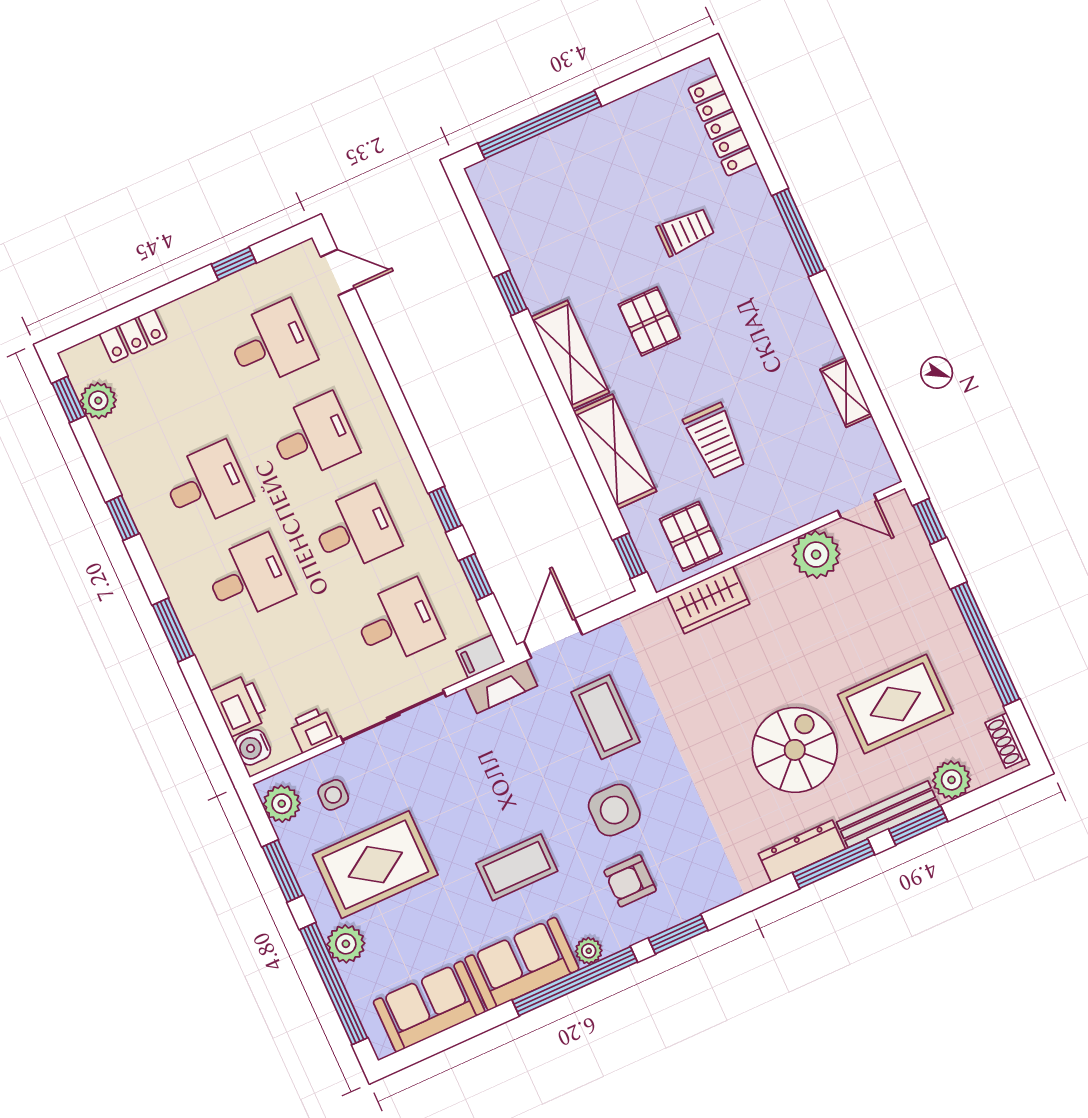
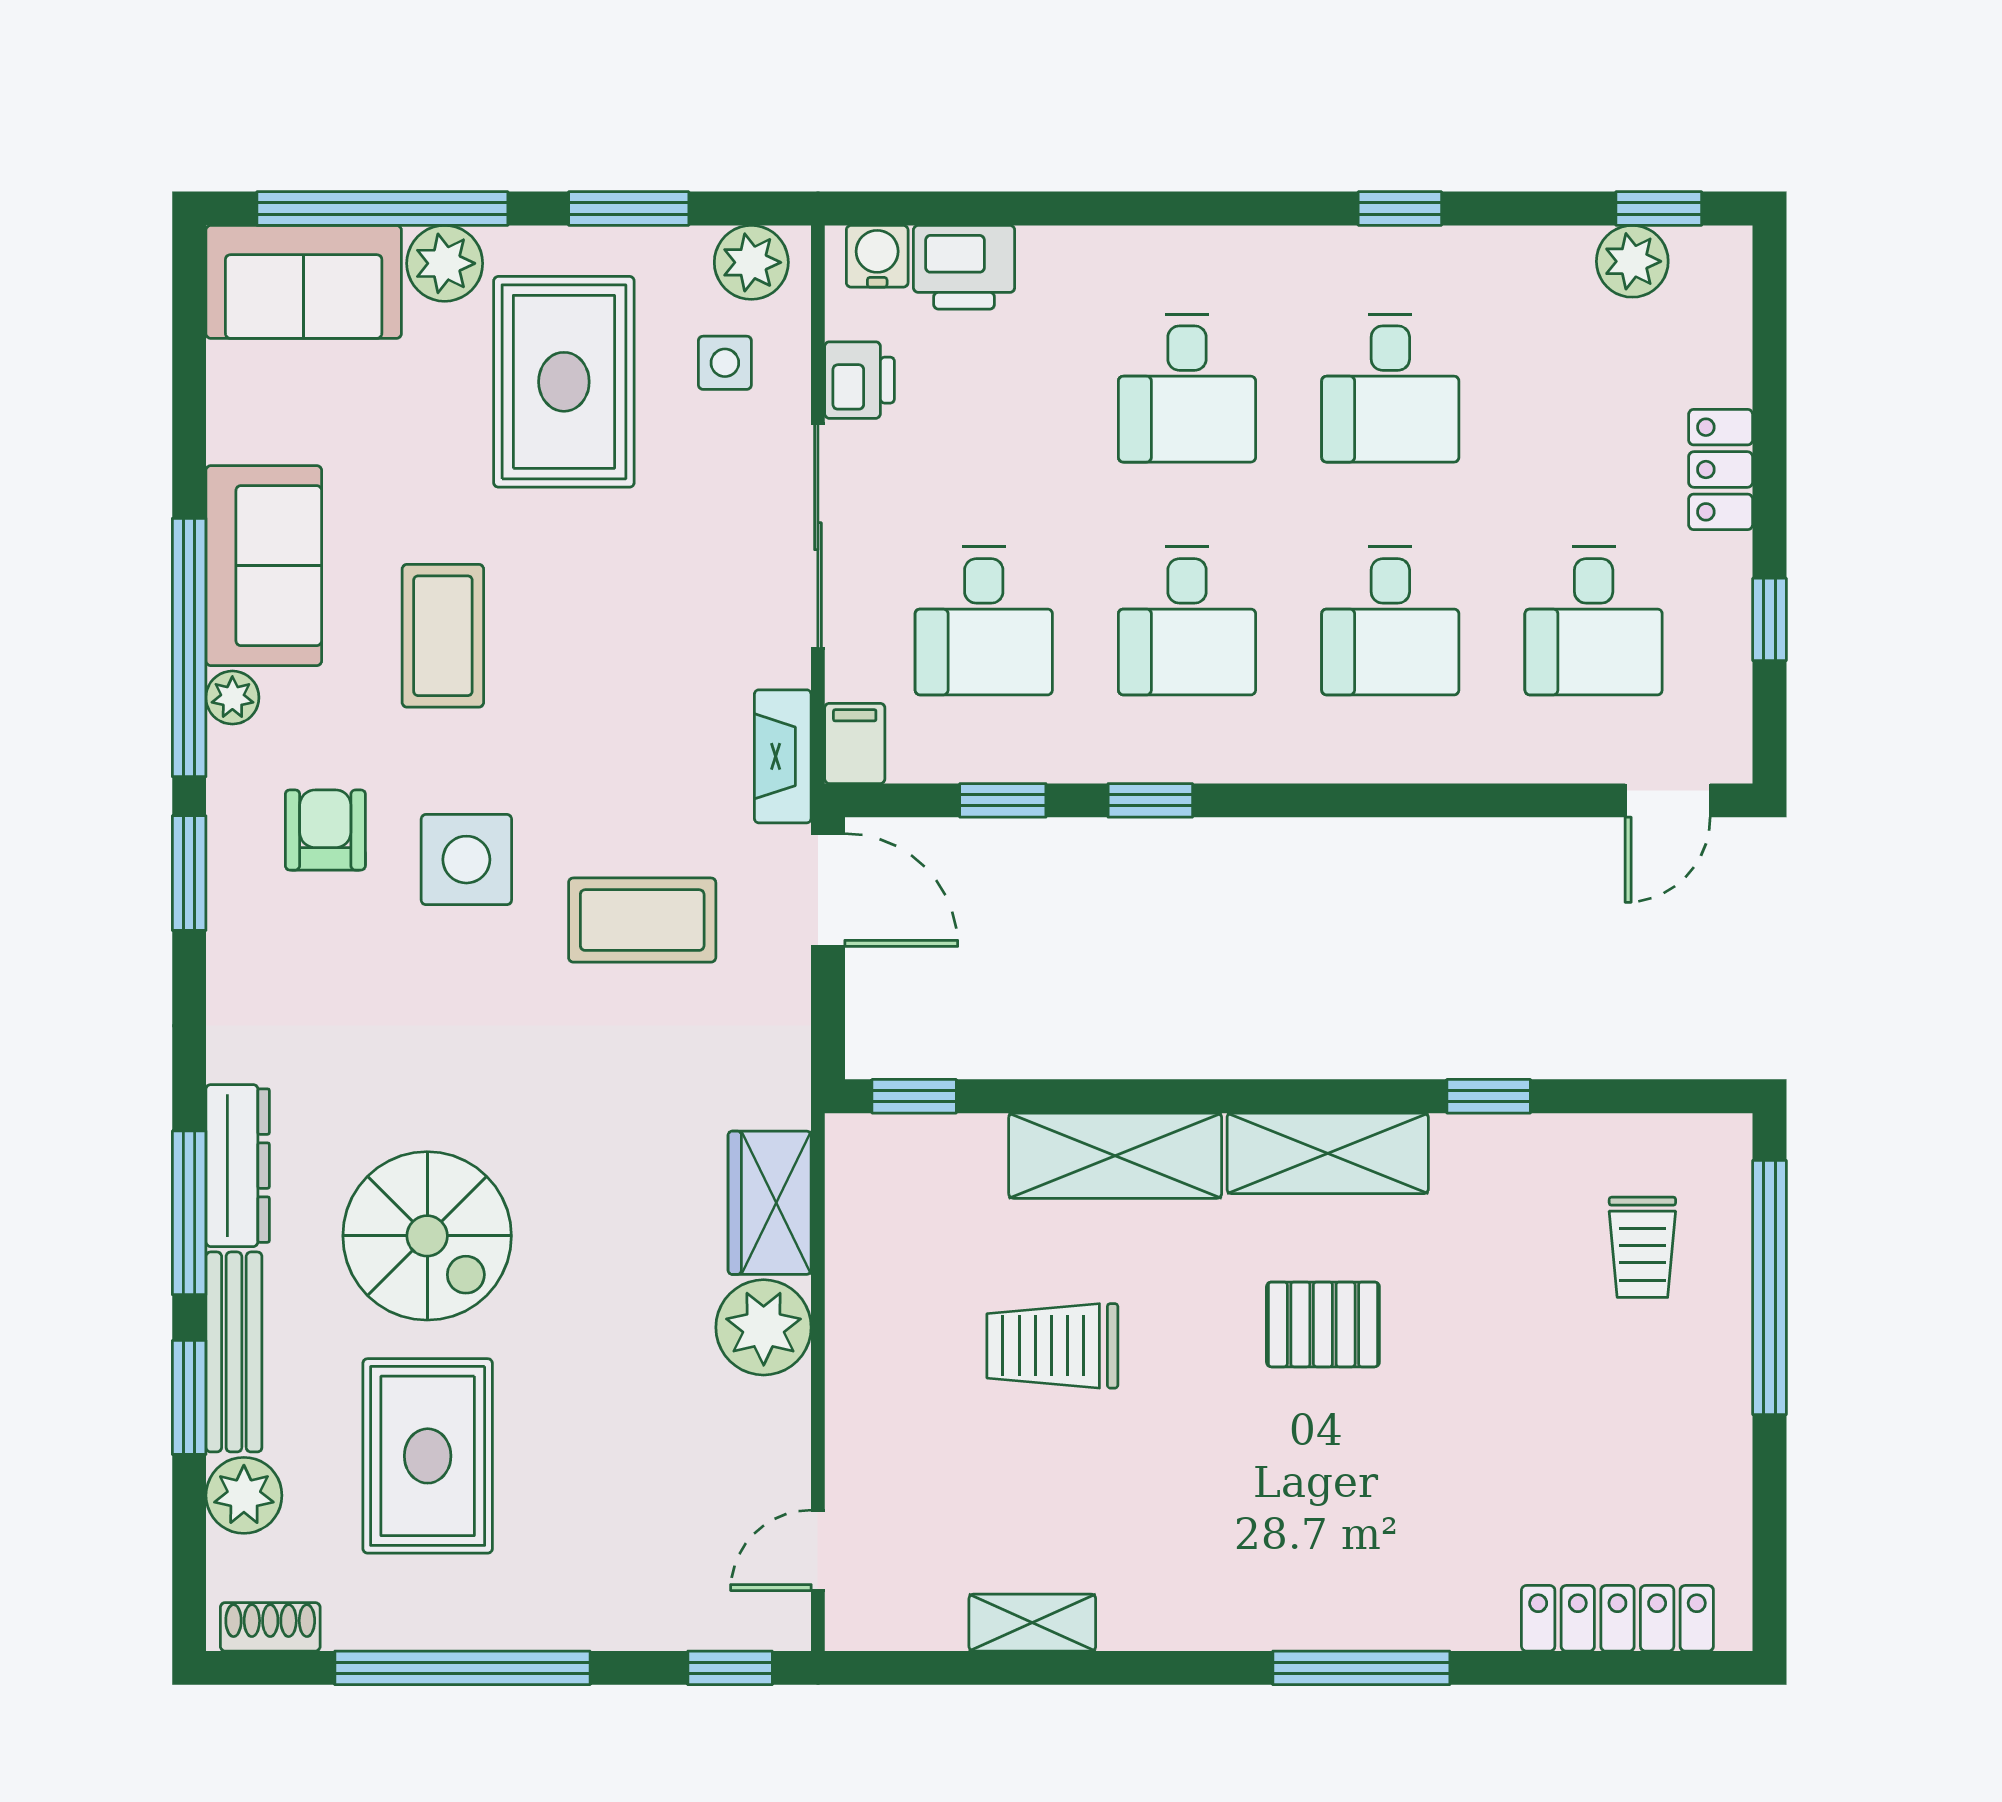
trolley: (685, 231) -> (1642, 1247), moved
locker: (133, 336) -> (1721, 470), moved
pallet: (691, 536) -> (899, 1223), removed
plant: (816, 555) -> (764, 1327), moved
window: (173, 630) -> (1155, 209), removed
sofa: (429, 1007) -> (304, 282), moved, turned 90

